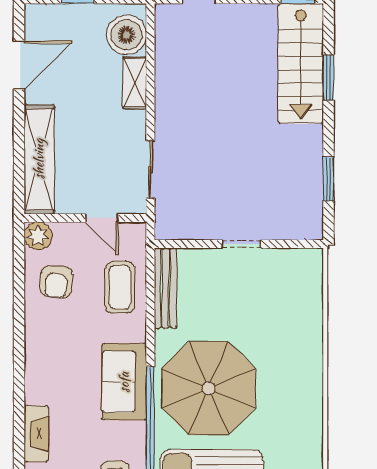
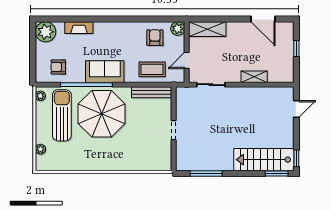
boiler: (127, 35) -> (278, 73), removed
window: (329, 78) -> (277, 174), moved
shelving: (39, 159) -> (207, 29), width x0.68
window: (329, 179) -> (206, 174), width x1.44
armchair: (56, 282) -> (155, 38), turned 85

